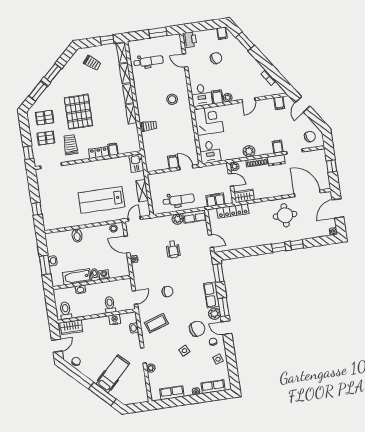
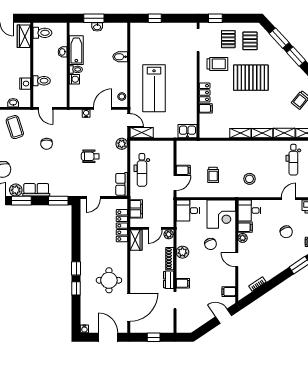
trolley: (149, 126) -> (213, 175), moved
chair: (310, 137) -> (211, 244), moved
shelving: (142, 191) -> (142, 133), moved
lab bench: (101, 200) -> (154, 88), turned 180
plant: (177, 219) -> (122, 144), moved

